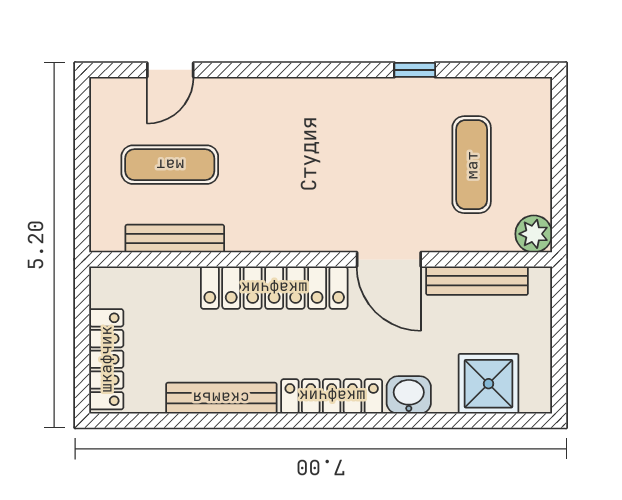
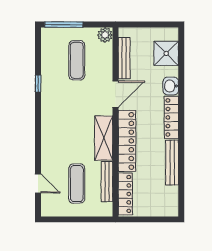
window: (559, 133) -> (64, 25), added
exercise mat: (472, 165) -> (77, 60), turned 90
shelving: (281, 231) -> (104, 138), added
locker: (106, 359) -> (125, 194), moved, turned 90

